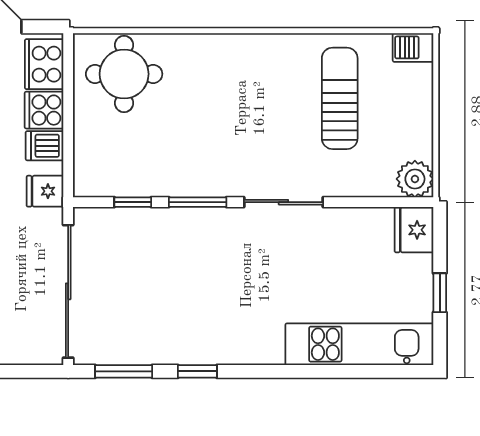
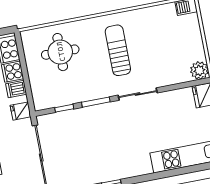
round table: (124, 74) -> (60, 52), moved
sun lounger: (340, 98) -> (118, 50), moved

